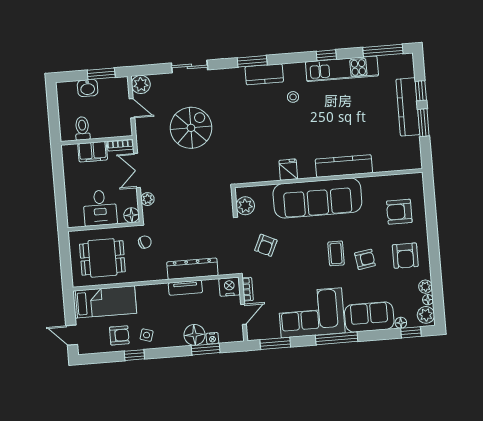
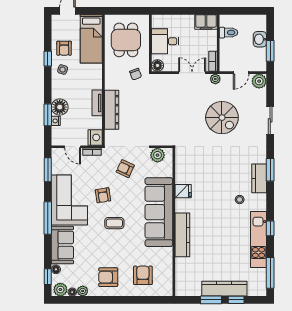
filing cabinet: (93, 152) -> (206, 22), moved, turned -90
plant: (147, 199) -> (215, 79), moved
armchair: (365, 259) -> (103, 195), moved

